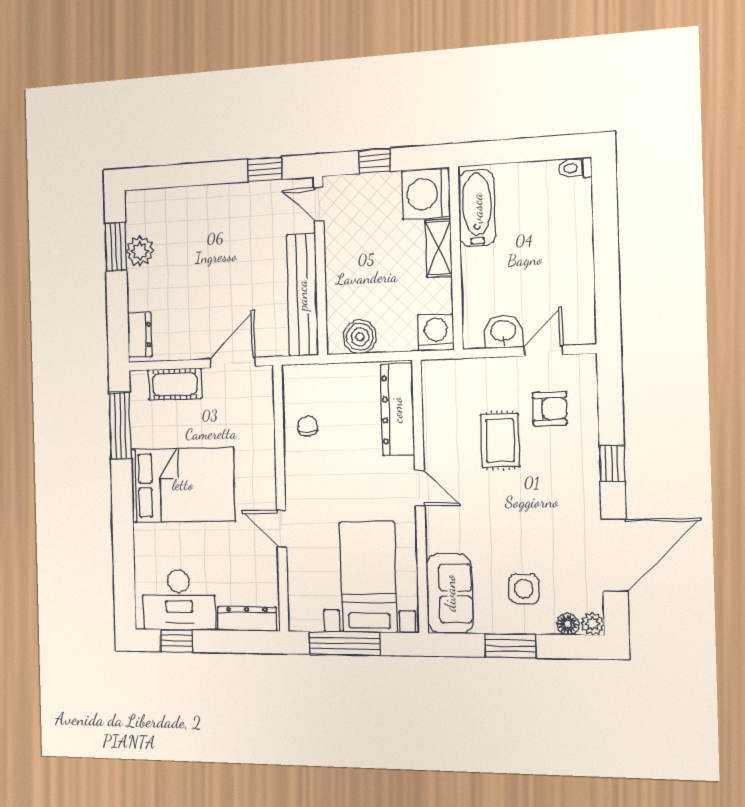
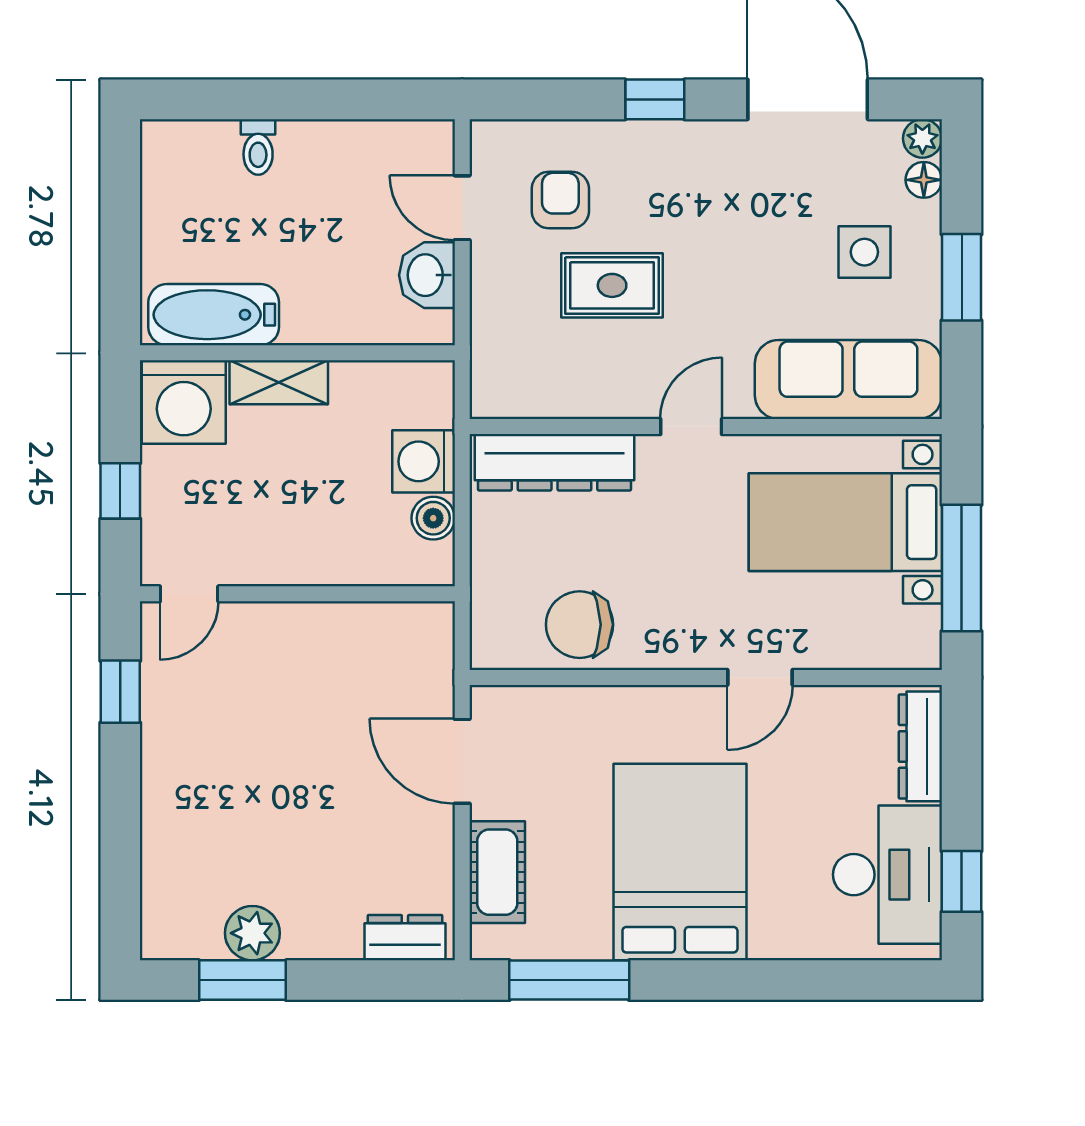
toilet: (575, 168) -> (258, 147), moved
bench: (302, 295) -> (347, 628), removed
washing machine: (436, 332) -> (424, 461), moved
boiler: (360, 337) -> (433, 518), width x0.73, depth x0.73
chair: (308, 426) -> (580, 625), width x1.87, depth x1.87
sofa: (450, 593) -> (848, 379), width x1.36

